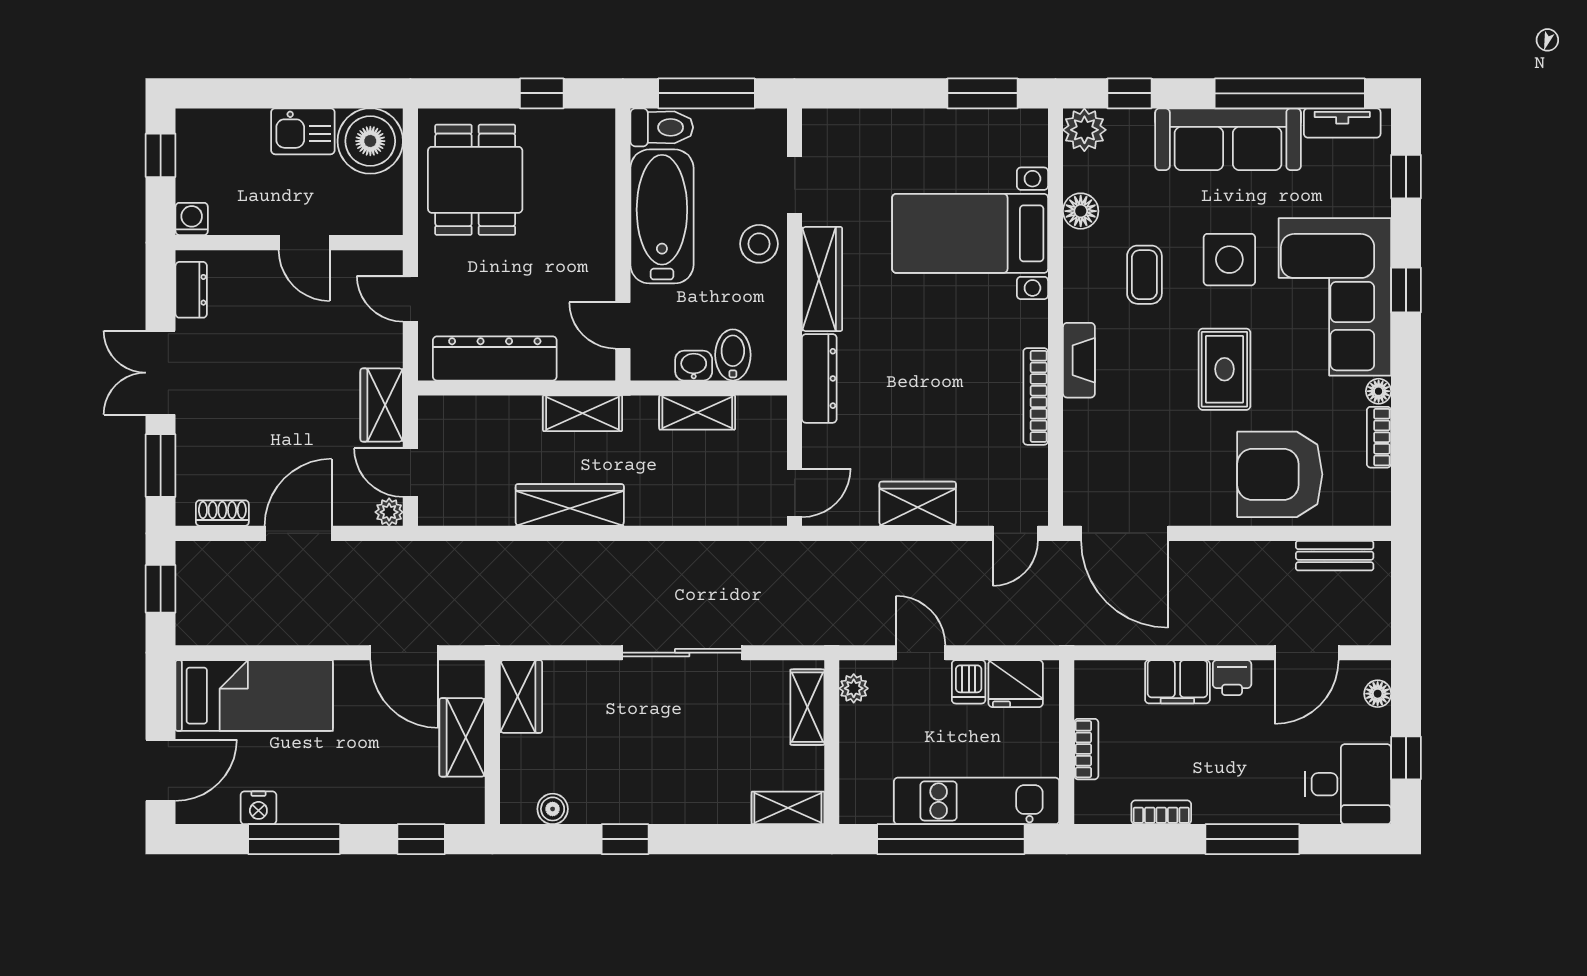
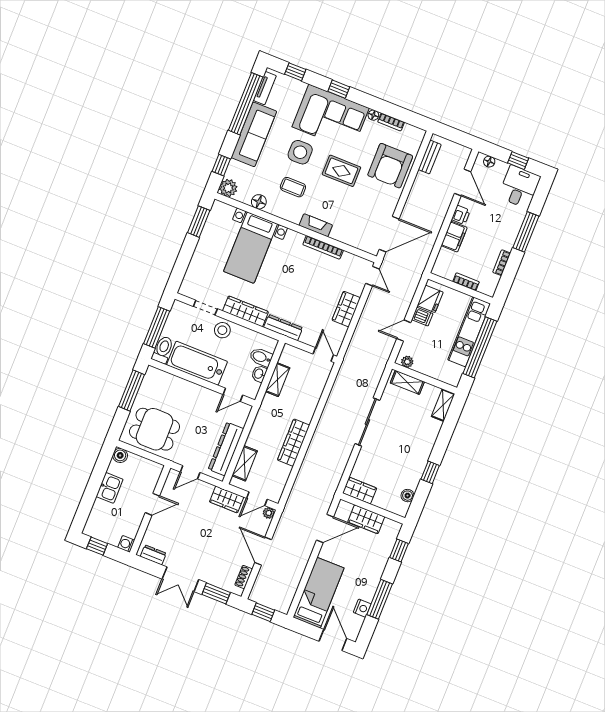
window: (542, 93) -> (131, 391), width x2.17
boiler: (370, 141) -> (120, 455), width x0.54, depth x0.54
shelving: (583, 413) -> (245, 463), moved

